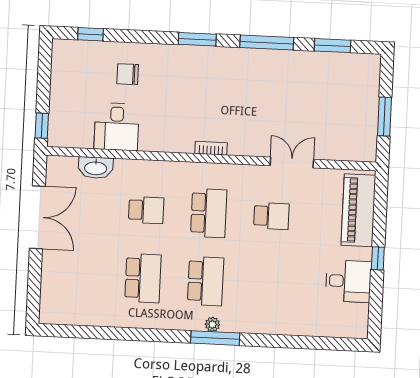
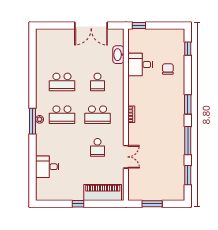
desk: (348, 281) -> (47, 167), moved, turned 90

